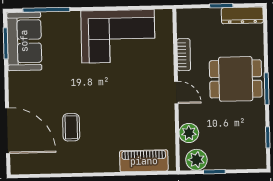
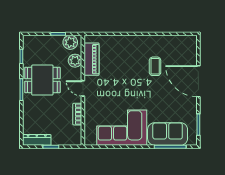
sofa: (24, 41) -> (168, 134), moved, turned 90
dining table: (236, 79) -> (42, 80), moved
door: (8, 131) -> (198, 81), moved
piano: (144, 161) -> (92, 59), moved, turned -90

